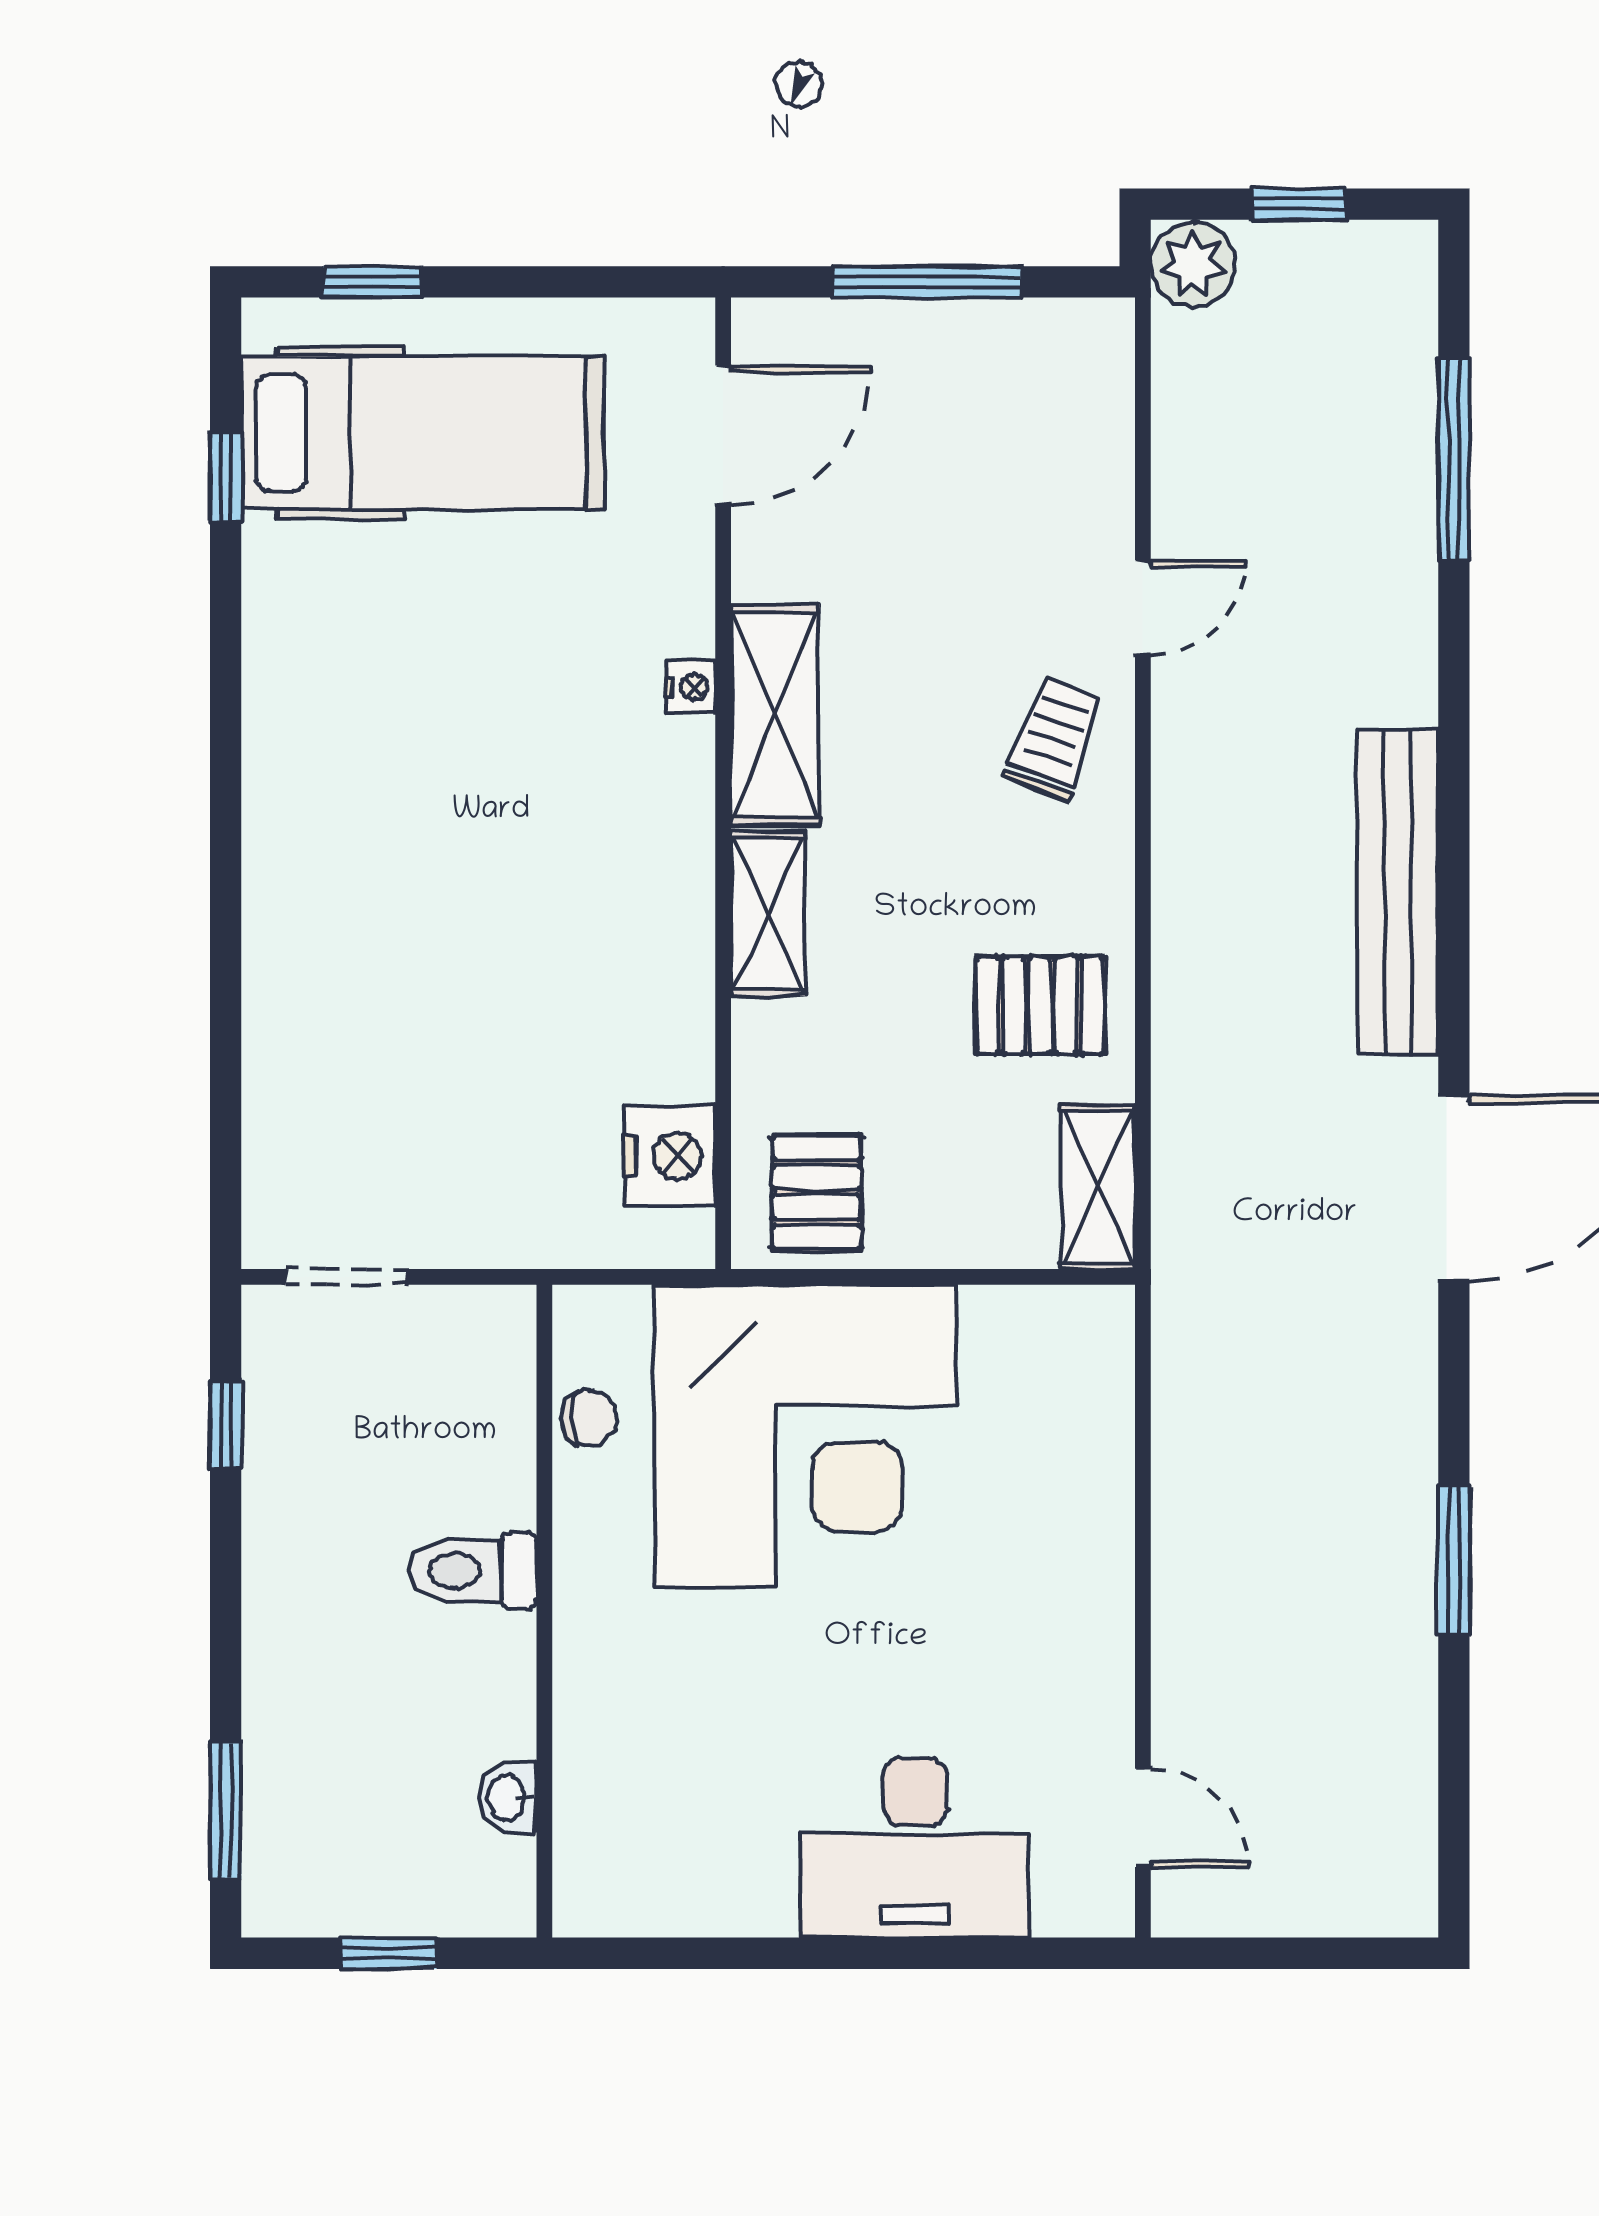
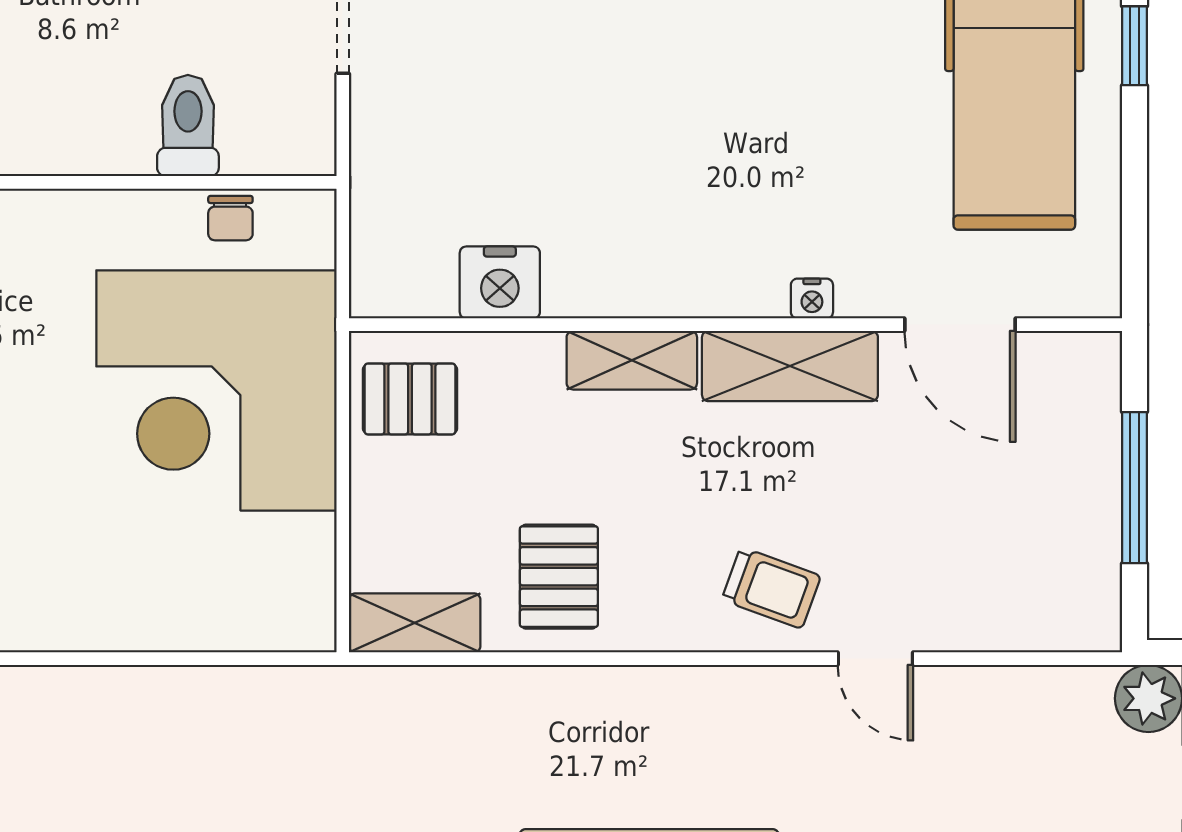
door: (723, 435) -> (960, 325), moved
nightstand: (670, 1156) -> (500, 282), moved
toilet: (473, 1571) -> (188, 126), moved

